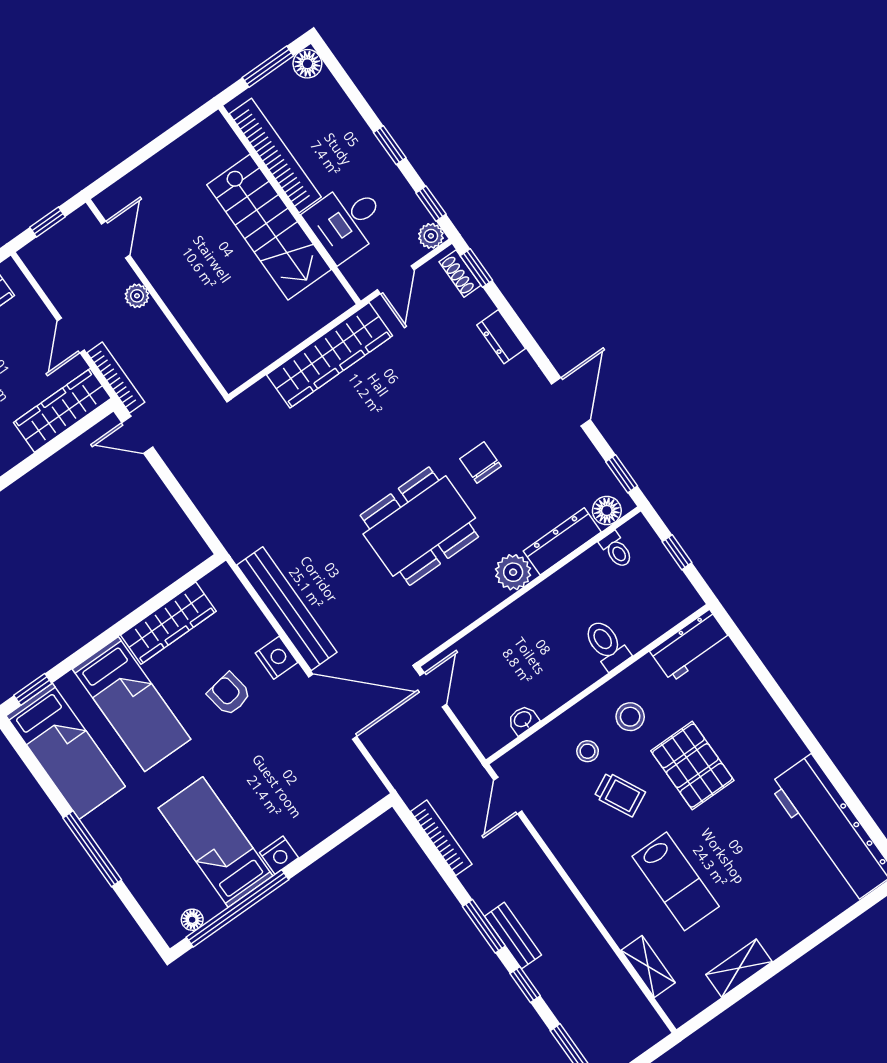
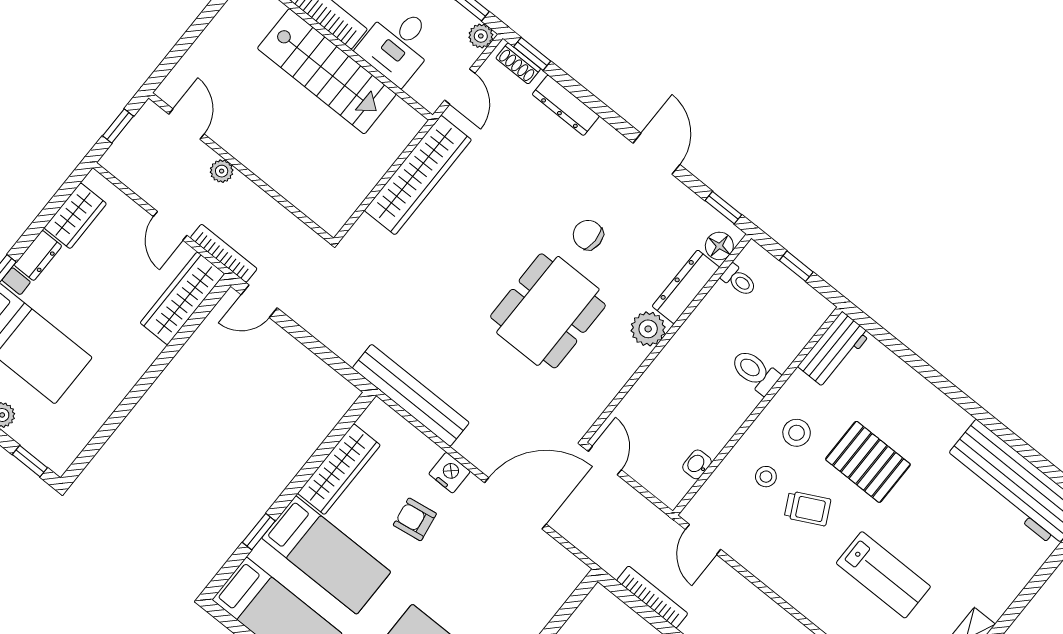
dresser: (501, 337) -> (566, 105), width x1.44
bench: (287, 609) -> (411, 395), moved
window: (33, 689) -> (259, 532), moved

